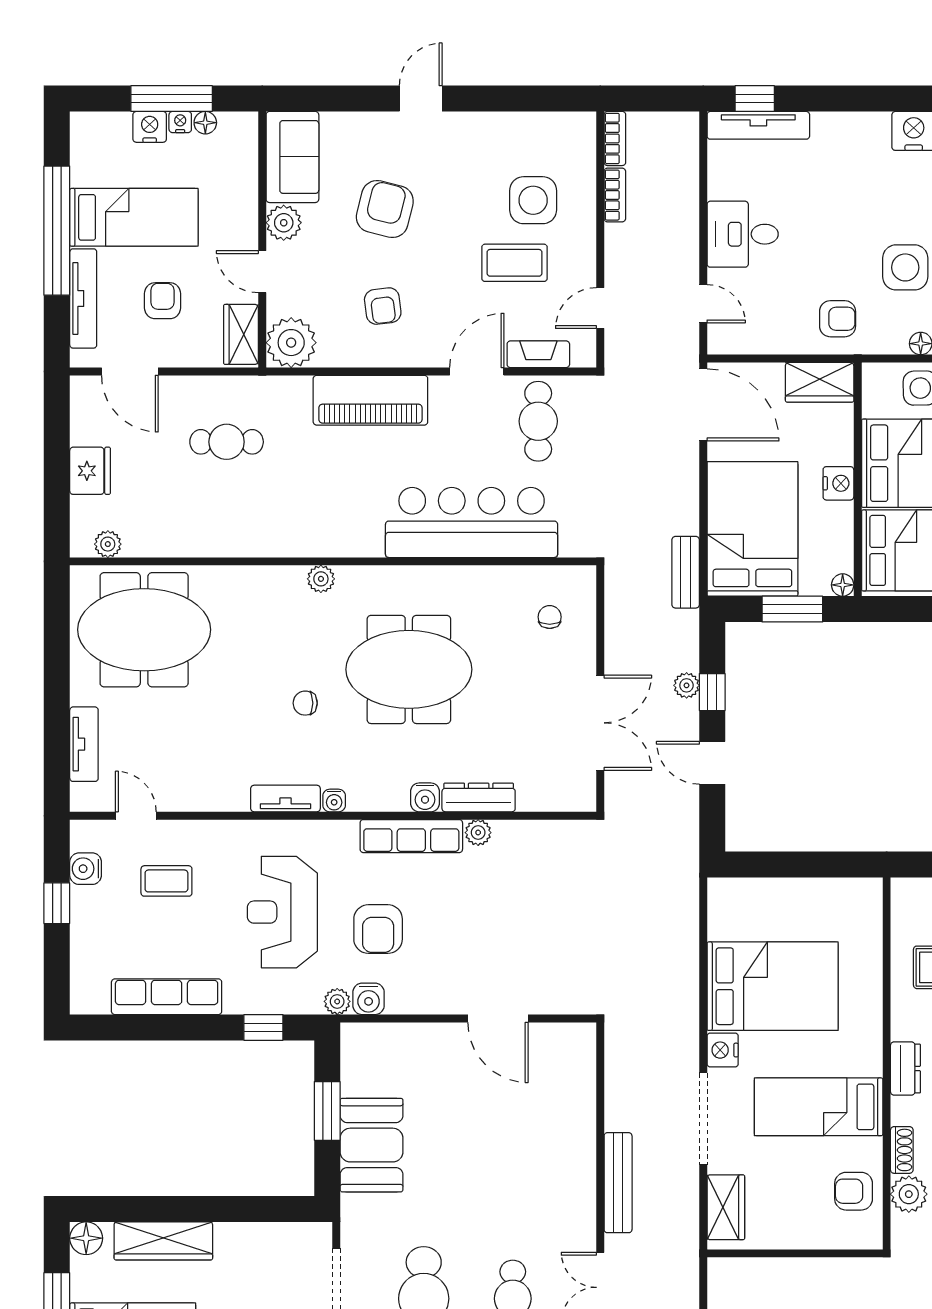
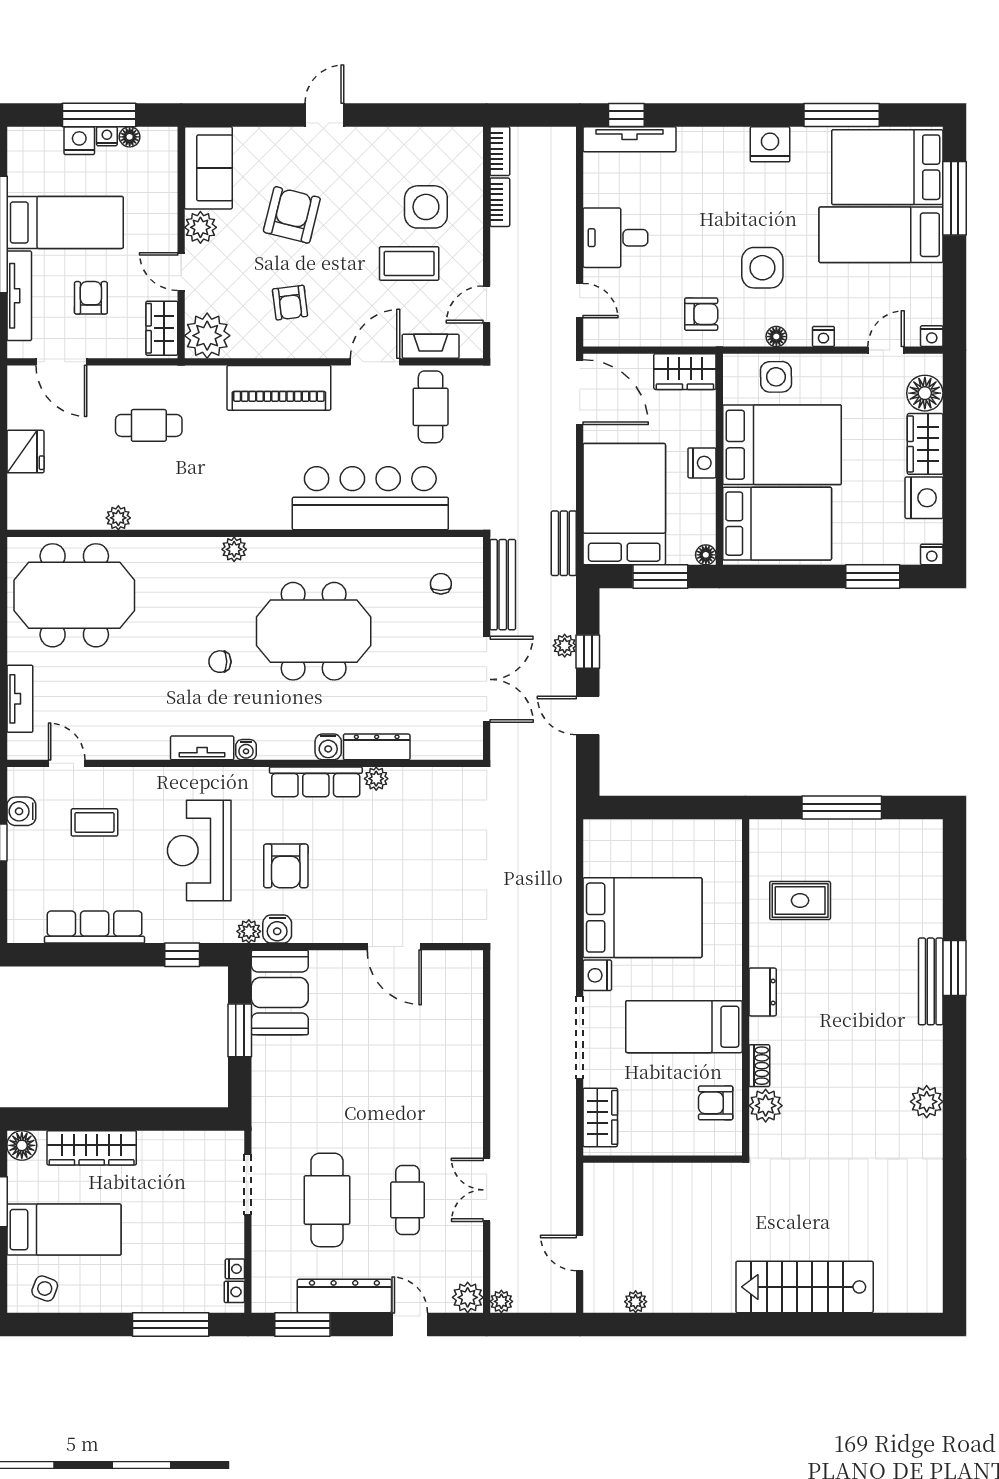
plant: (108, 544) -> (118, 518), moved
booth: (372, 1145) -> (280, 993), moved
bench: (618, 1183) -> (503, 585), moved

